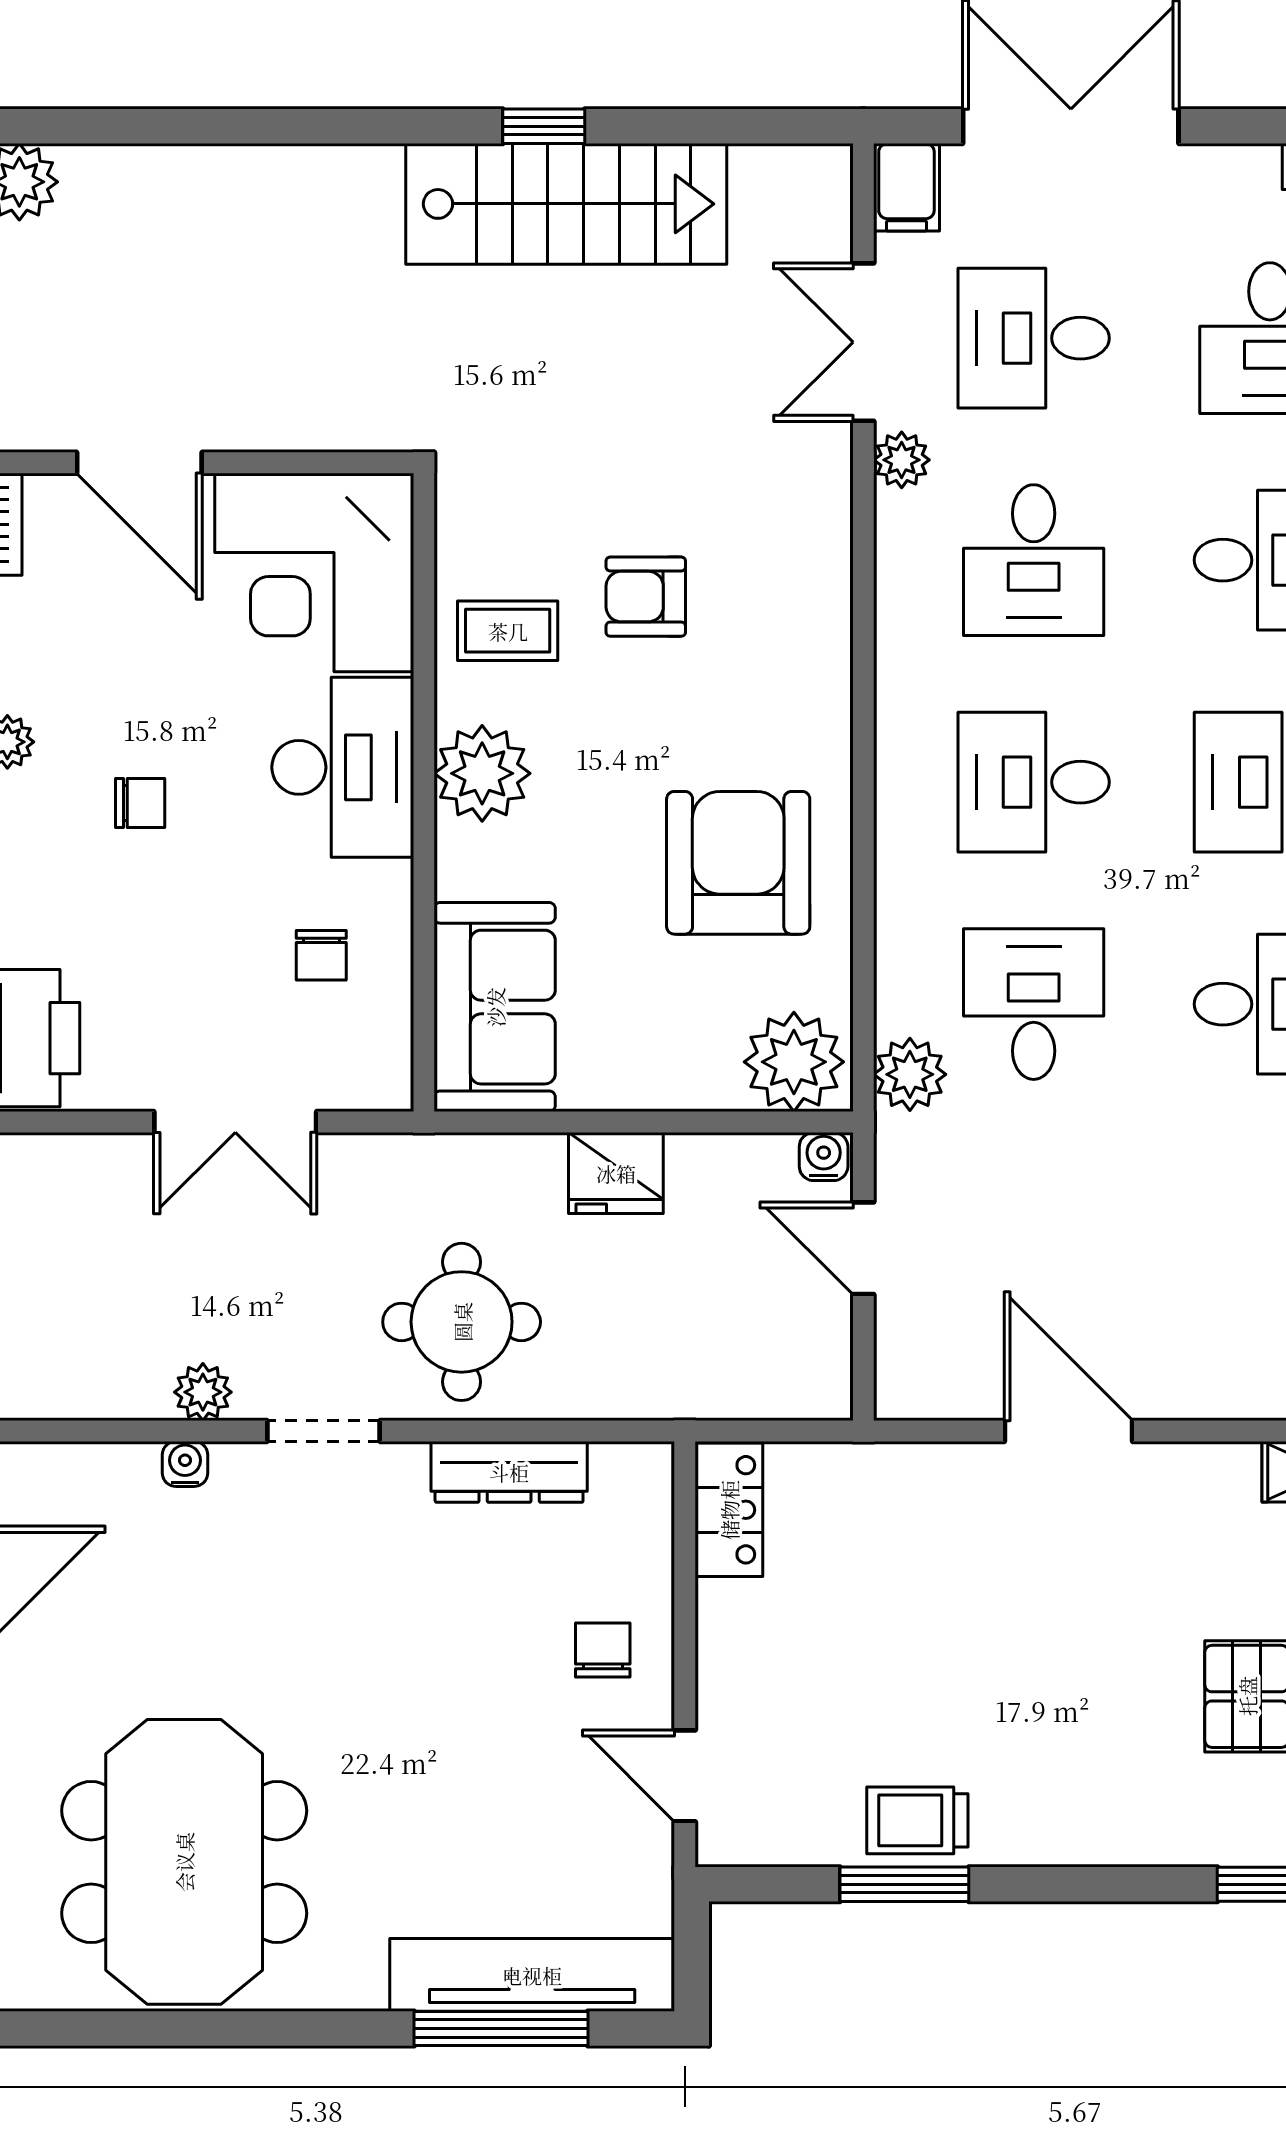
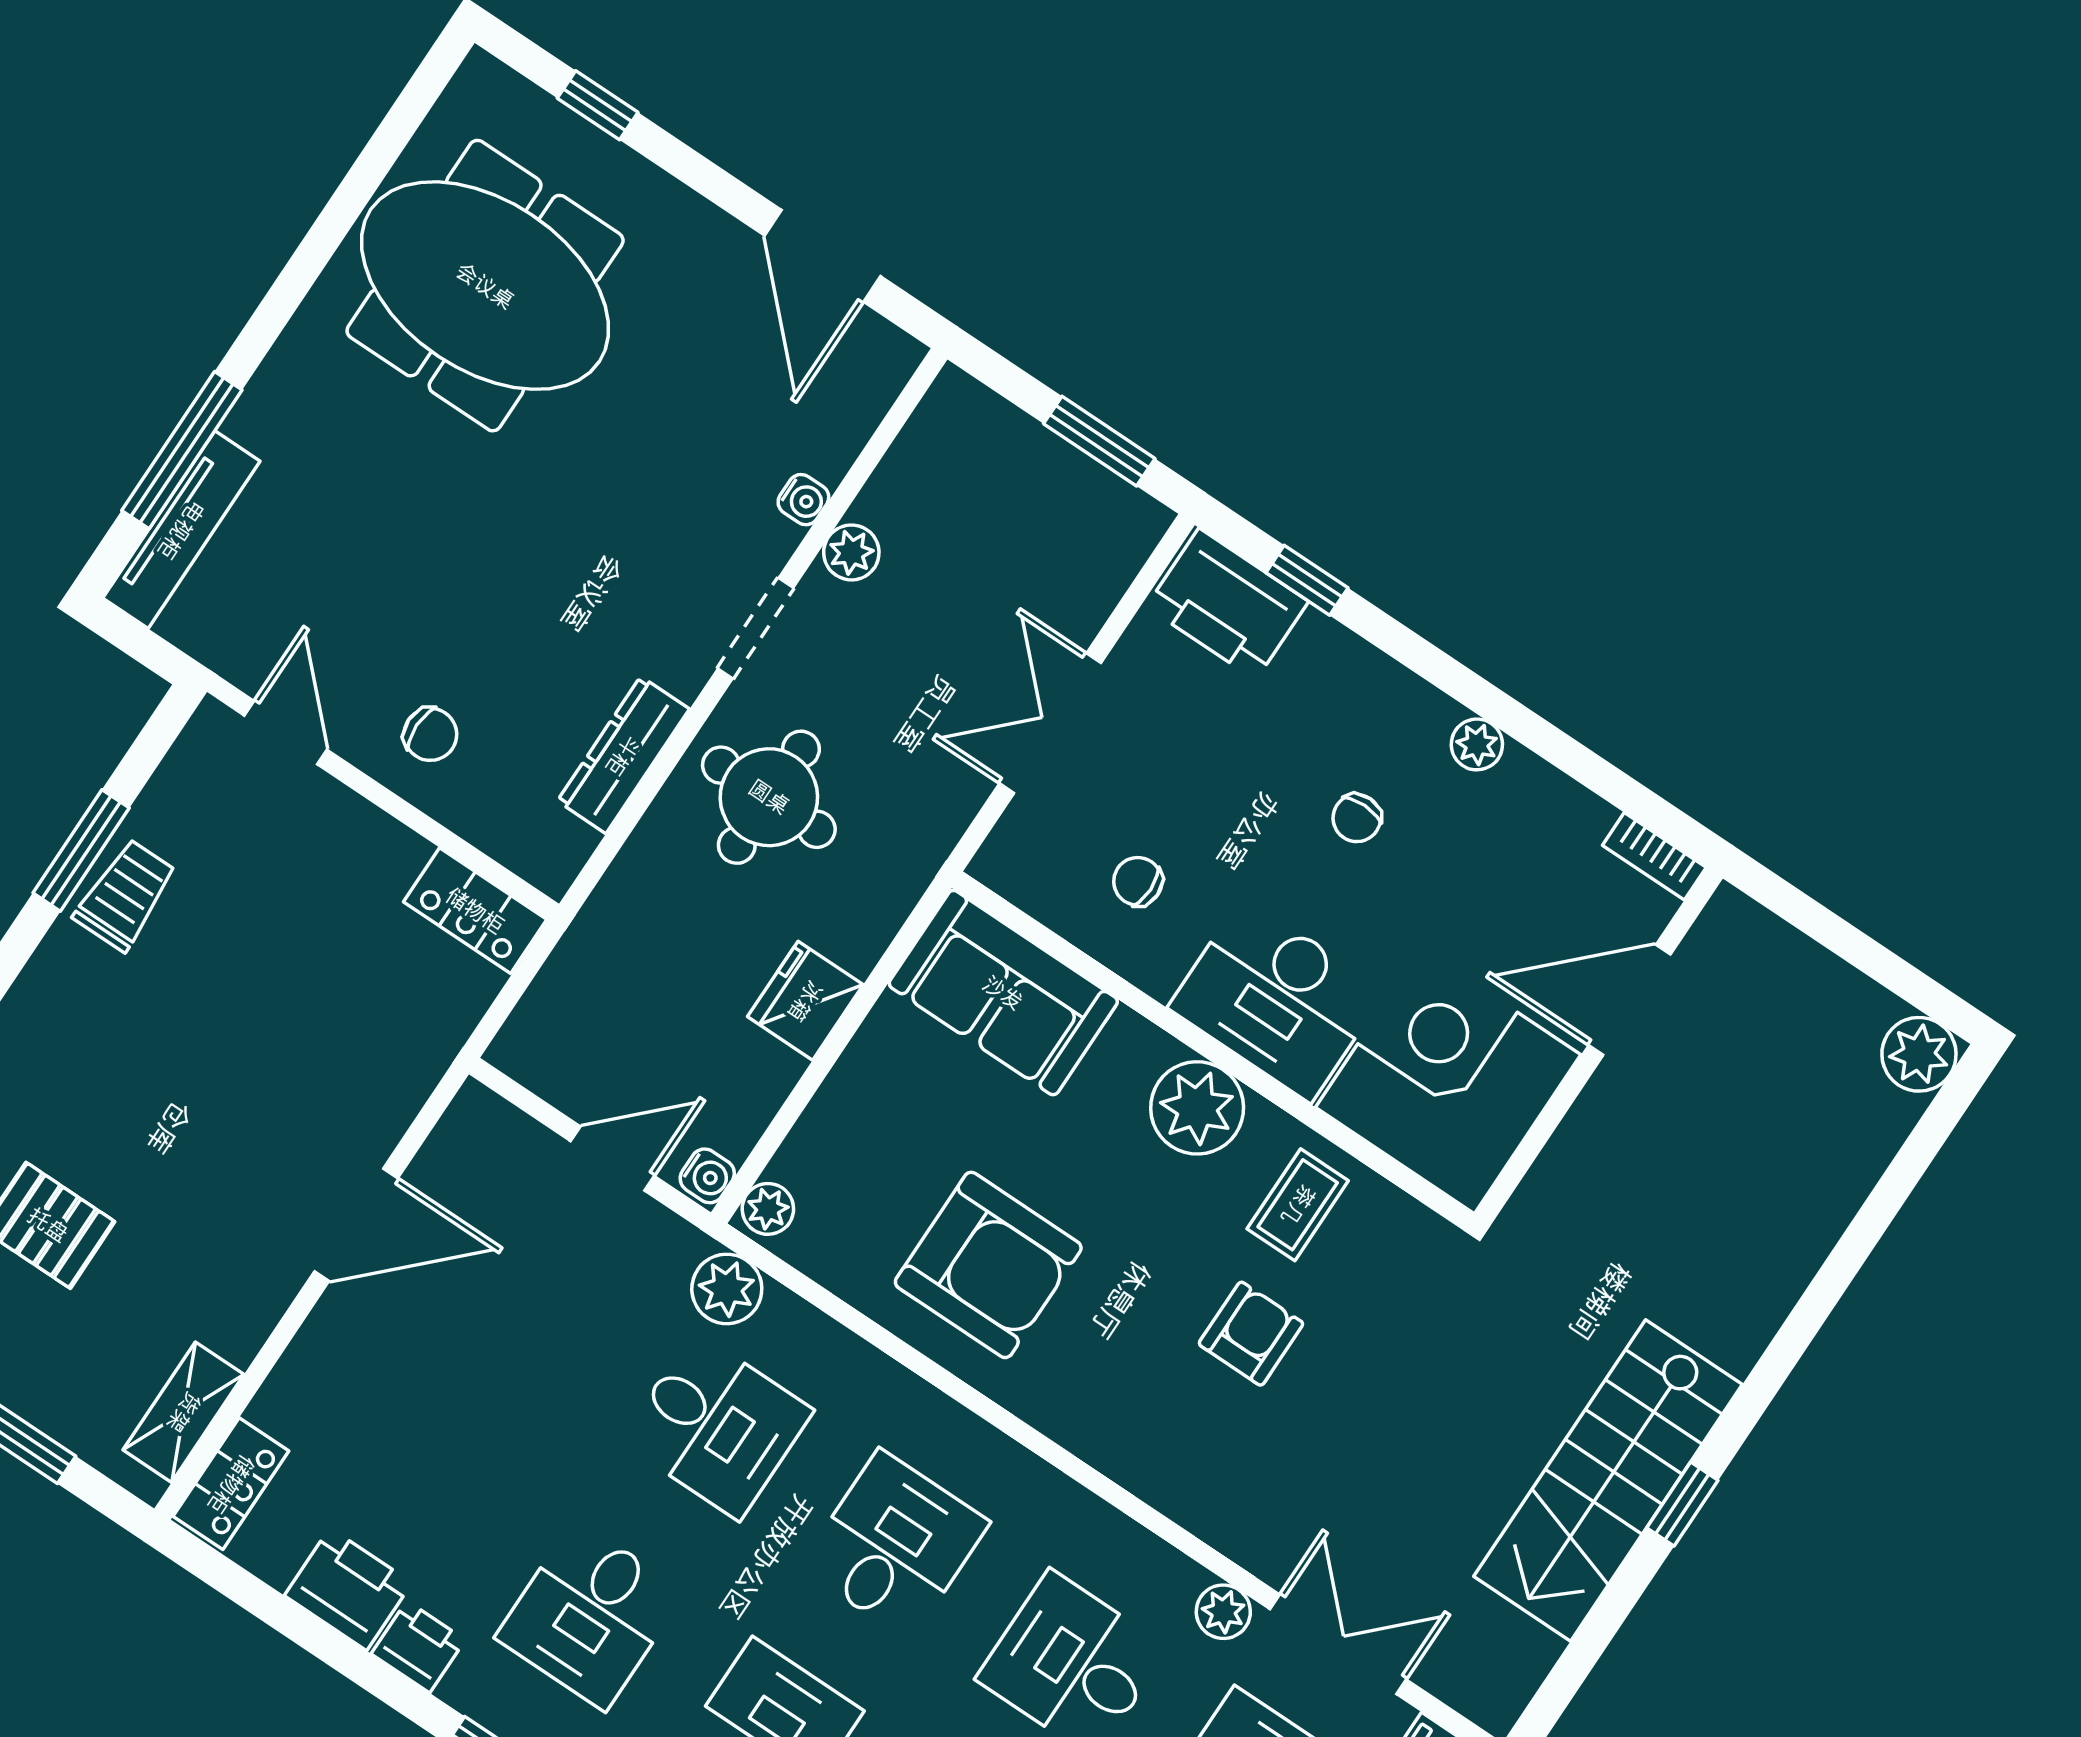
plant: (794, 1062) -> (768, 1209), width x0.53, depth x0.53
door: (685, 1776) -> (286, 733), hinge flipped
tv unit: (532, 1975) -> (181, 530), width x0.73, depth x0.78

